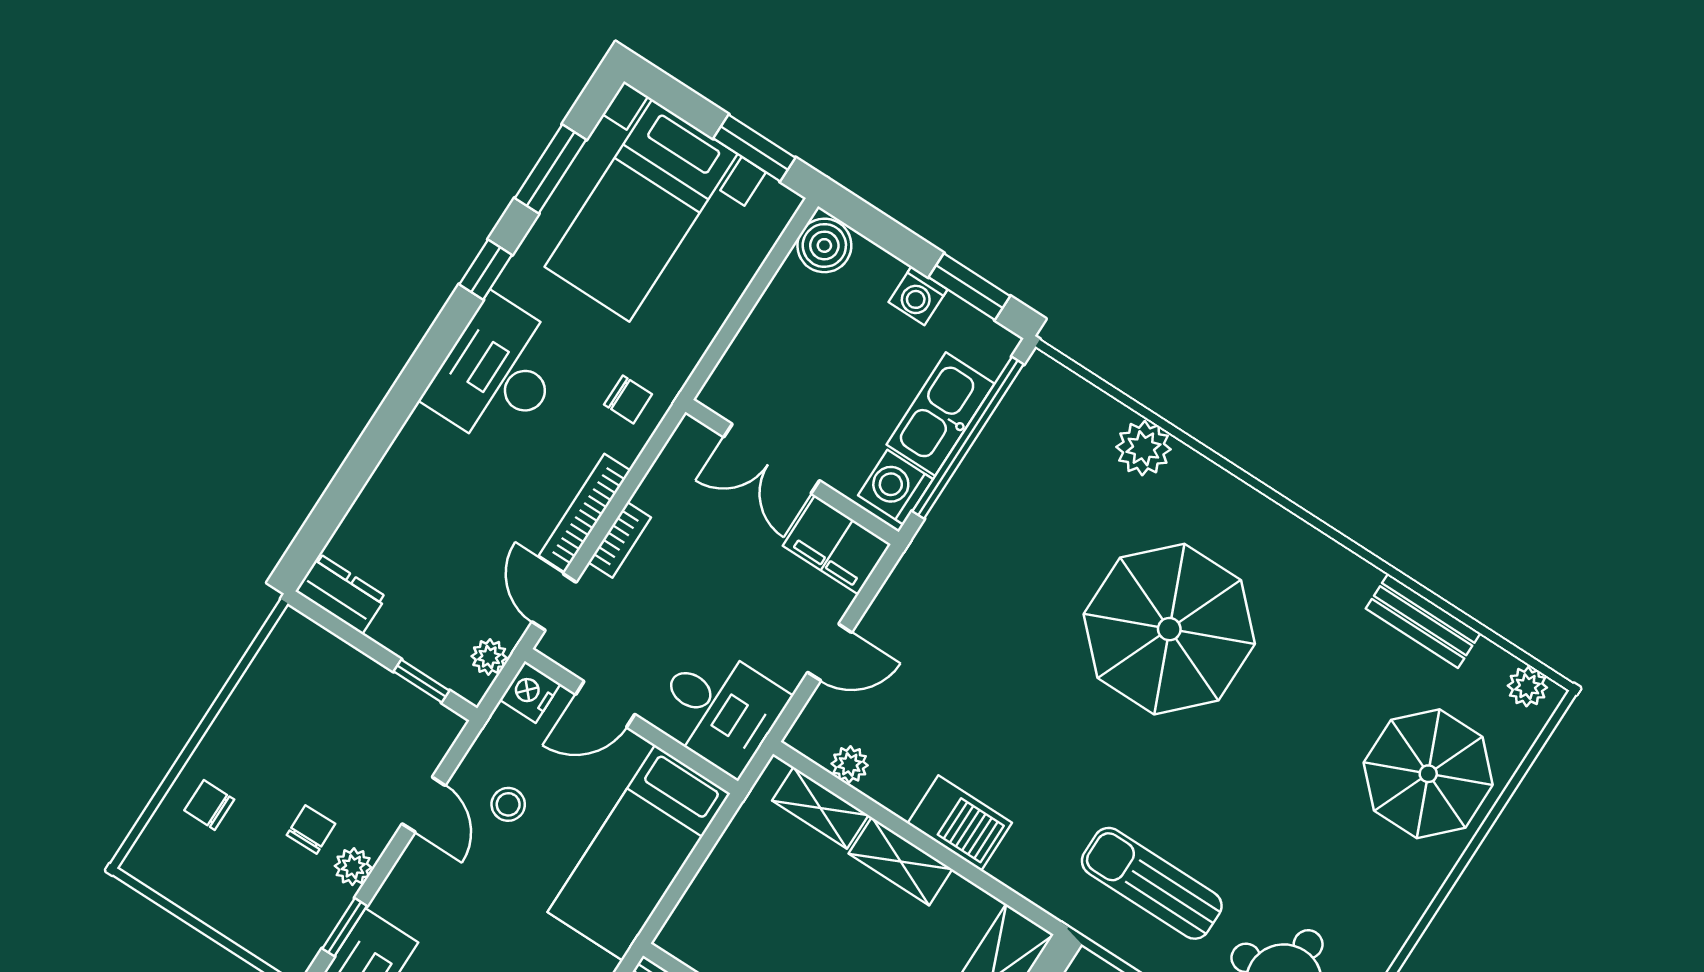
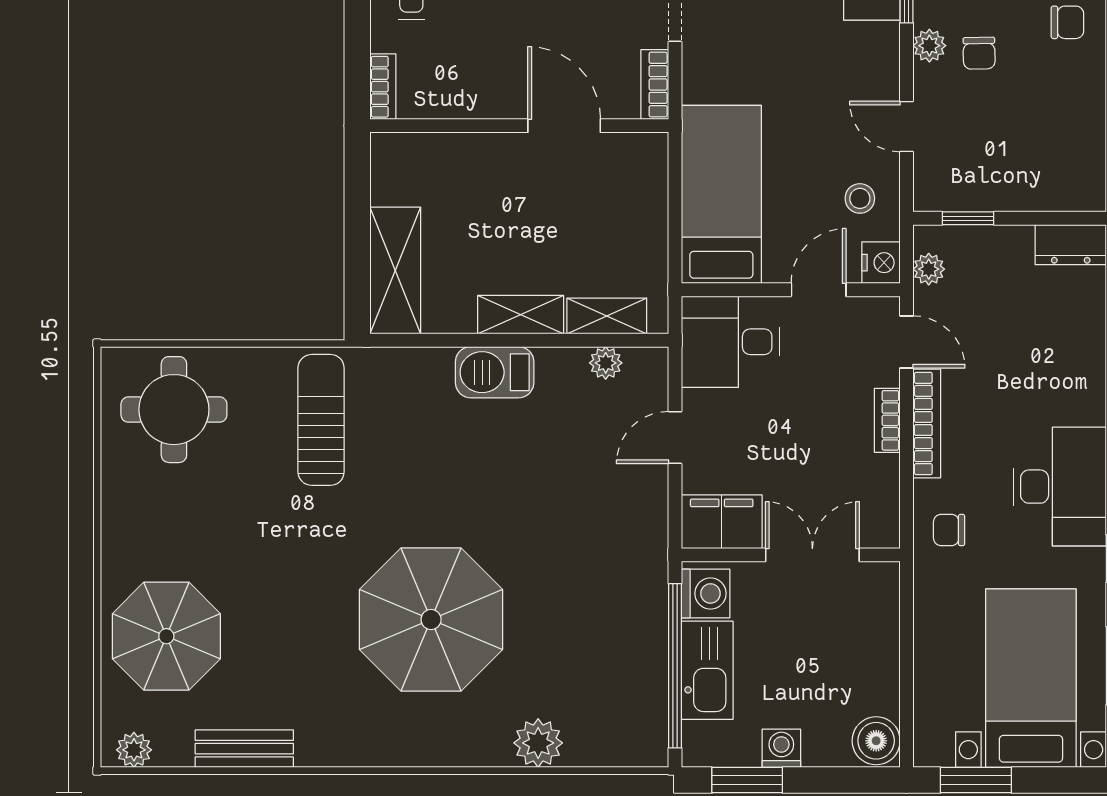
stool: (508, 804) -> (860, 198), moved
sun lounger: (1152, 883) -> (321, 420), turned -90

